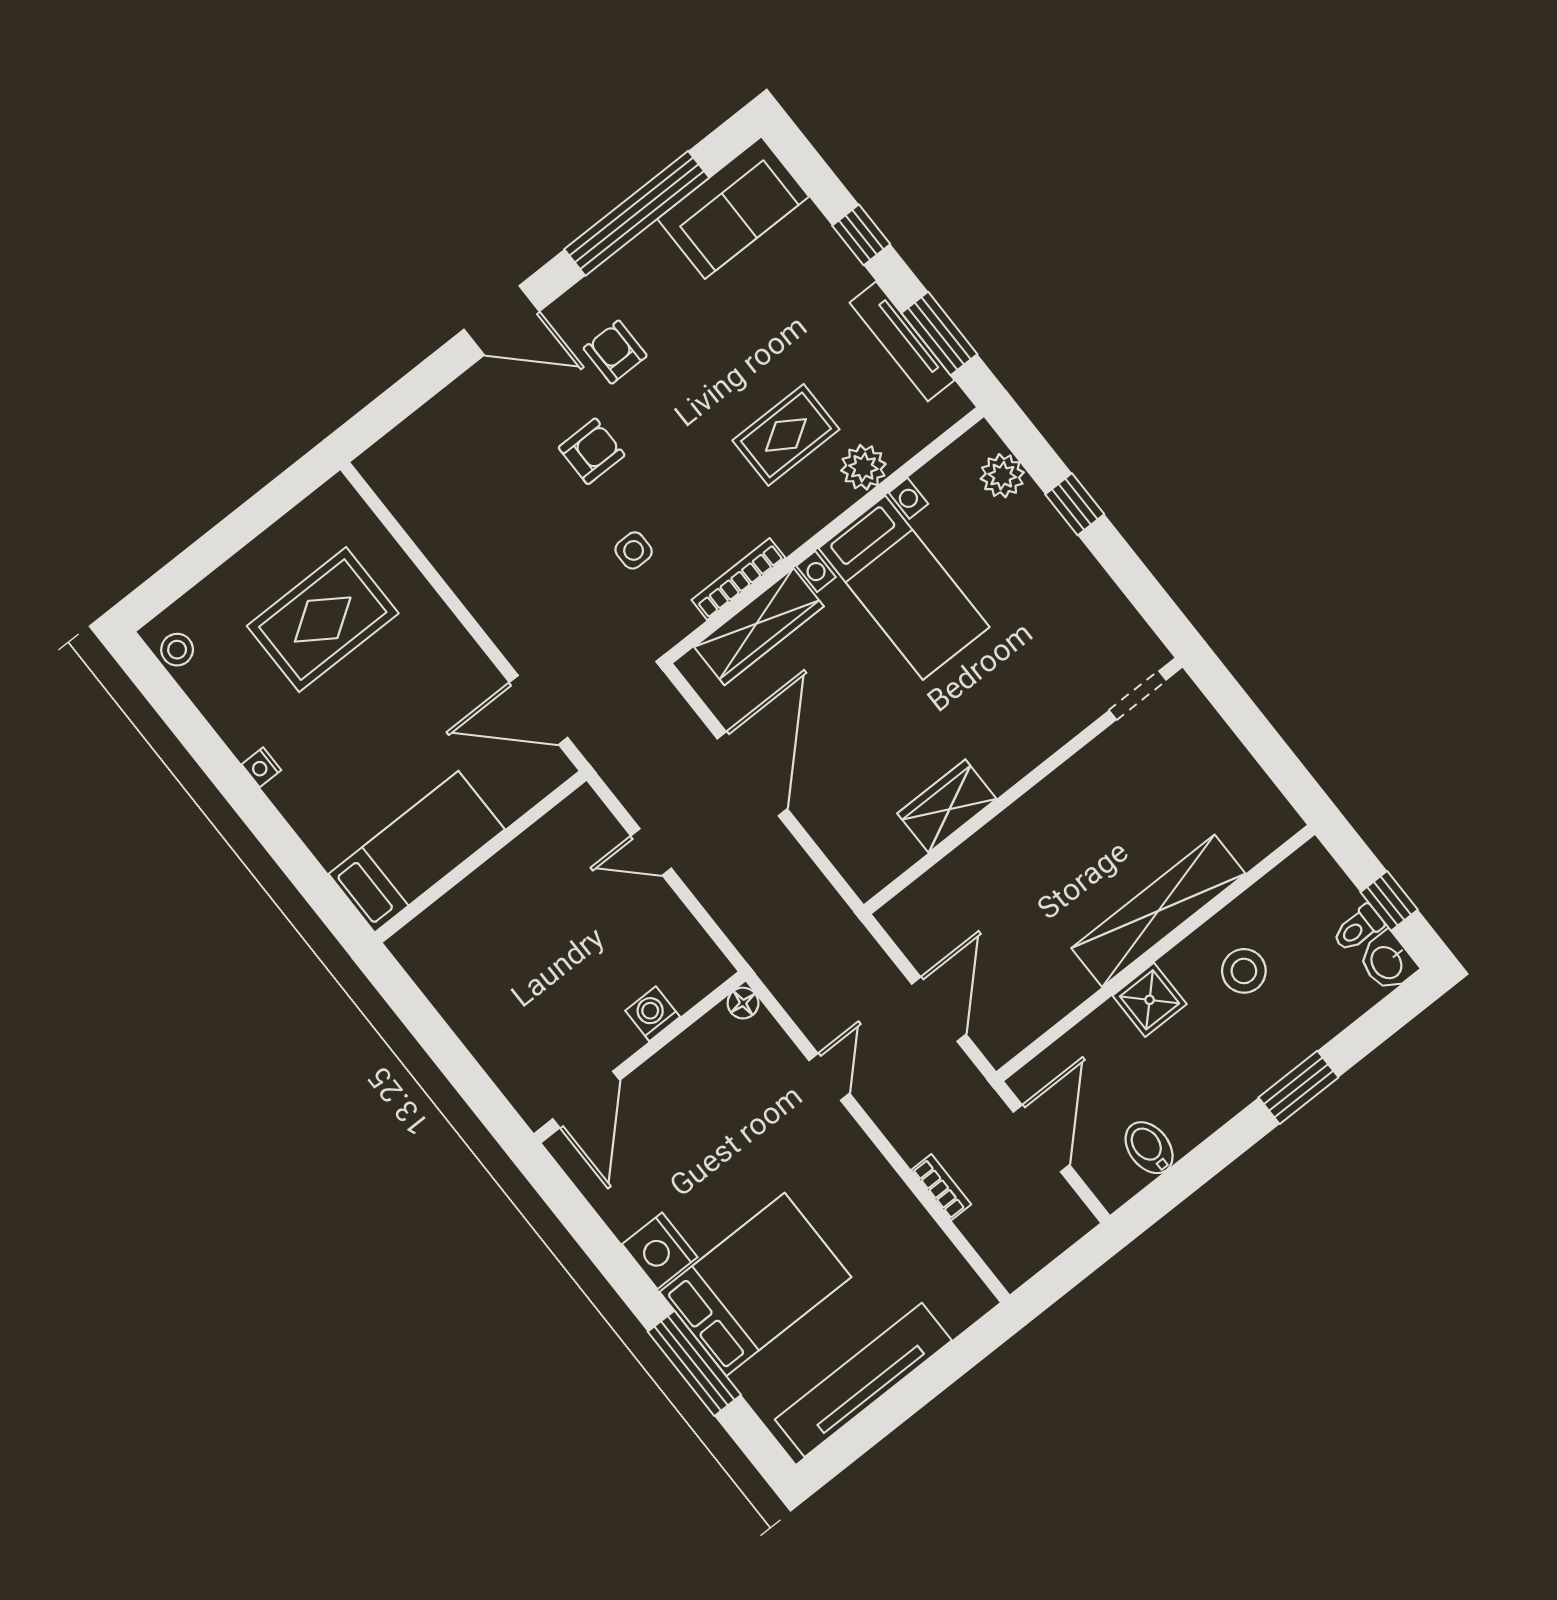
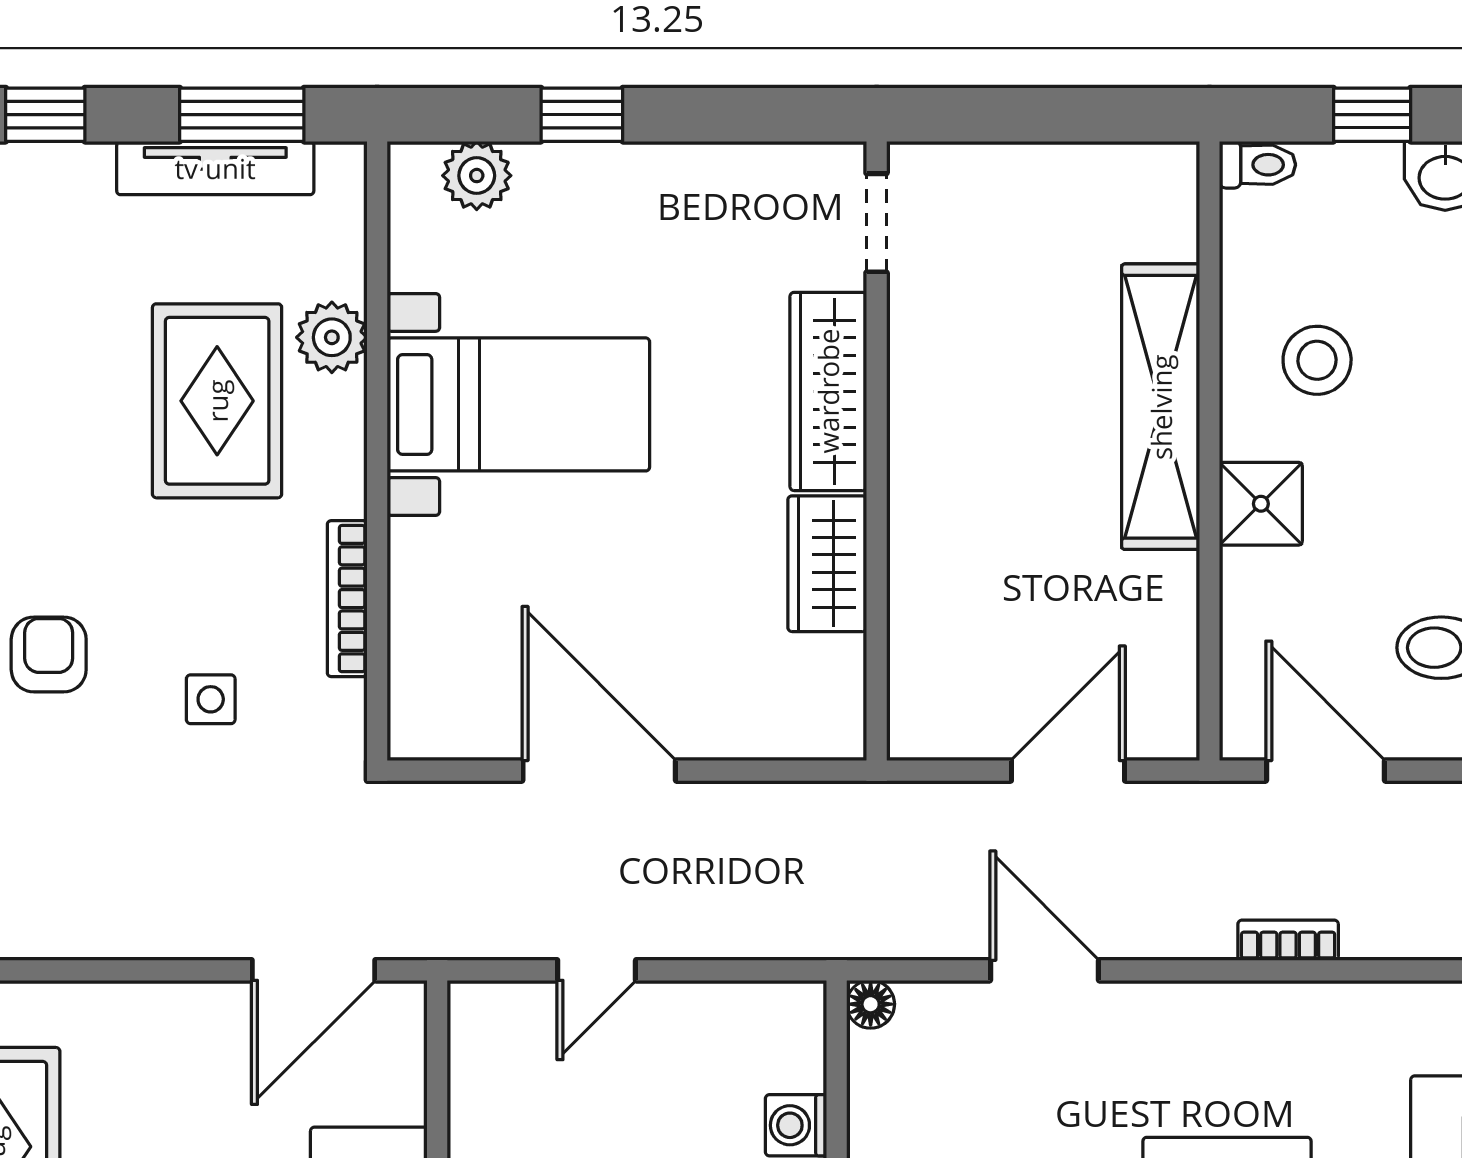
rug: (786, 435) -> (217, 401), width x1.36, depth x1.43
wardrobe: (759, 627) -> (828, 391), moved, turned 180
toilet: (1358, 928) -> (1258, 165), moved, turned -90
door: (939, 1009) -> (1068, 771), hinge flipped
door: (829, 1077) -> (1044, 970), width x1.38

